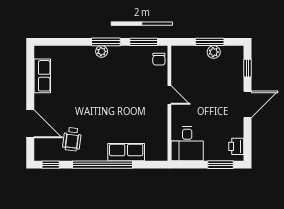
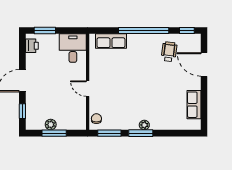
row of seats: (126, 152) -> (111, 41), moved

